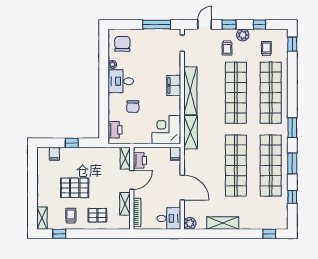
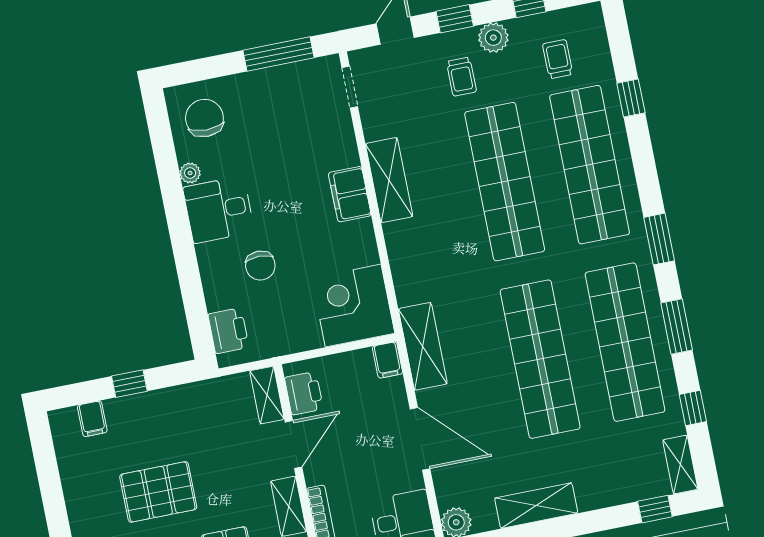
window: (292, 44) -> (631, 98), moved
shelving: (190, 91) -> (389, 180), width x0.68
shelving: (191, 132) -> (423, 346), moved
shelving: (283, 218) -> (680, 464), added

